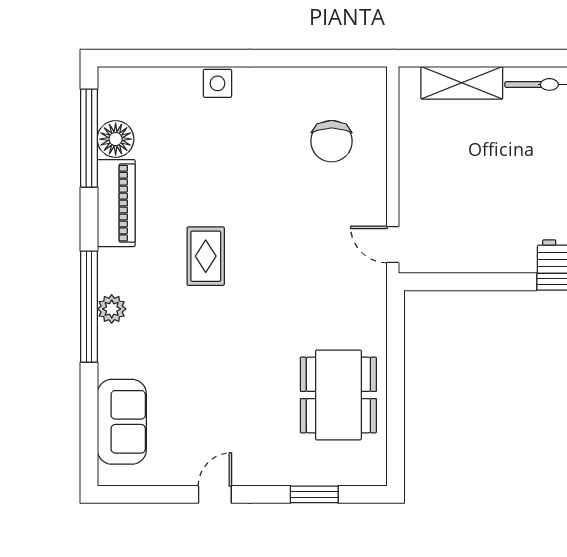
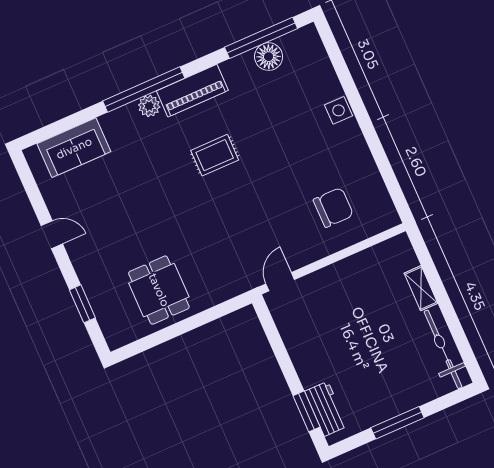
shelving: (462, 83) -> (421, 288), width x0.67, depth x0.75
chair: (332, 141) -> (333, 207), turned 180
piano: (116, 203) -> (192, 91), moved
dining table: (338, 395) -> (159, 290), width x0.73

